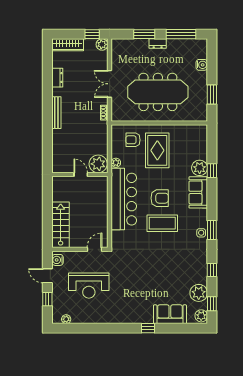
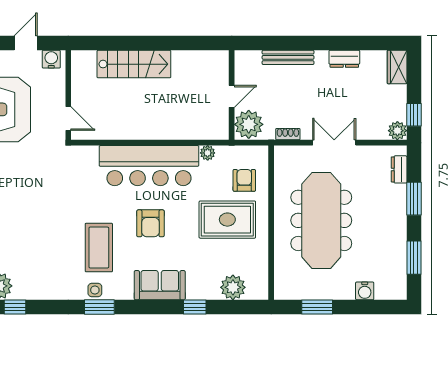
window: (181, 34) -> (414, 258), width x0.69
dresser: (158, 43) -> (399, 169), moved
wardrobe: (68, 45) -> (397, 67), width x0.67
plant: (98, 164) -> (249, 124), moved
plant: (200, 168) -> (233, 287), moved
wall: (80, 174) -> (232, 95), moved
door: (81, 174) -> (232, 96), moved
coffee table: (162, 223) -> (99, 248), moved
stairs: (61, 225) -> (134, 64), moved
window: (212, 270) -> (15, 307), moved

